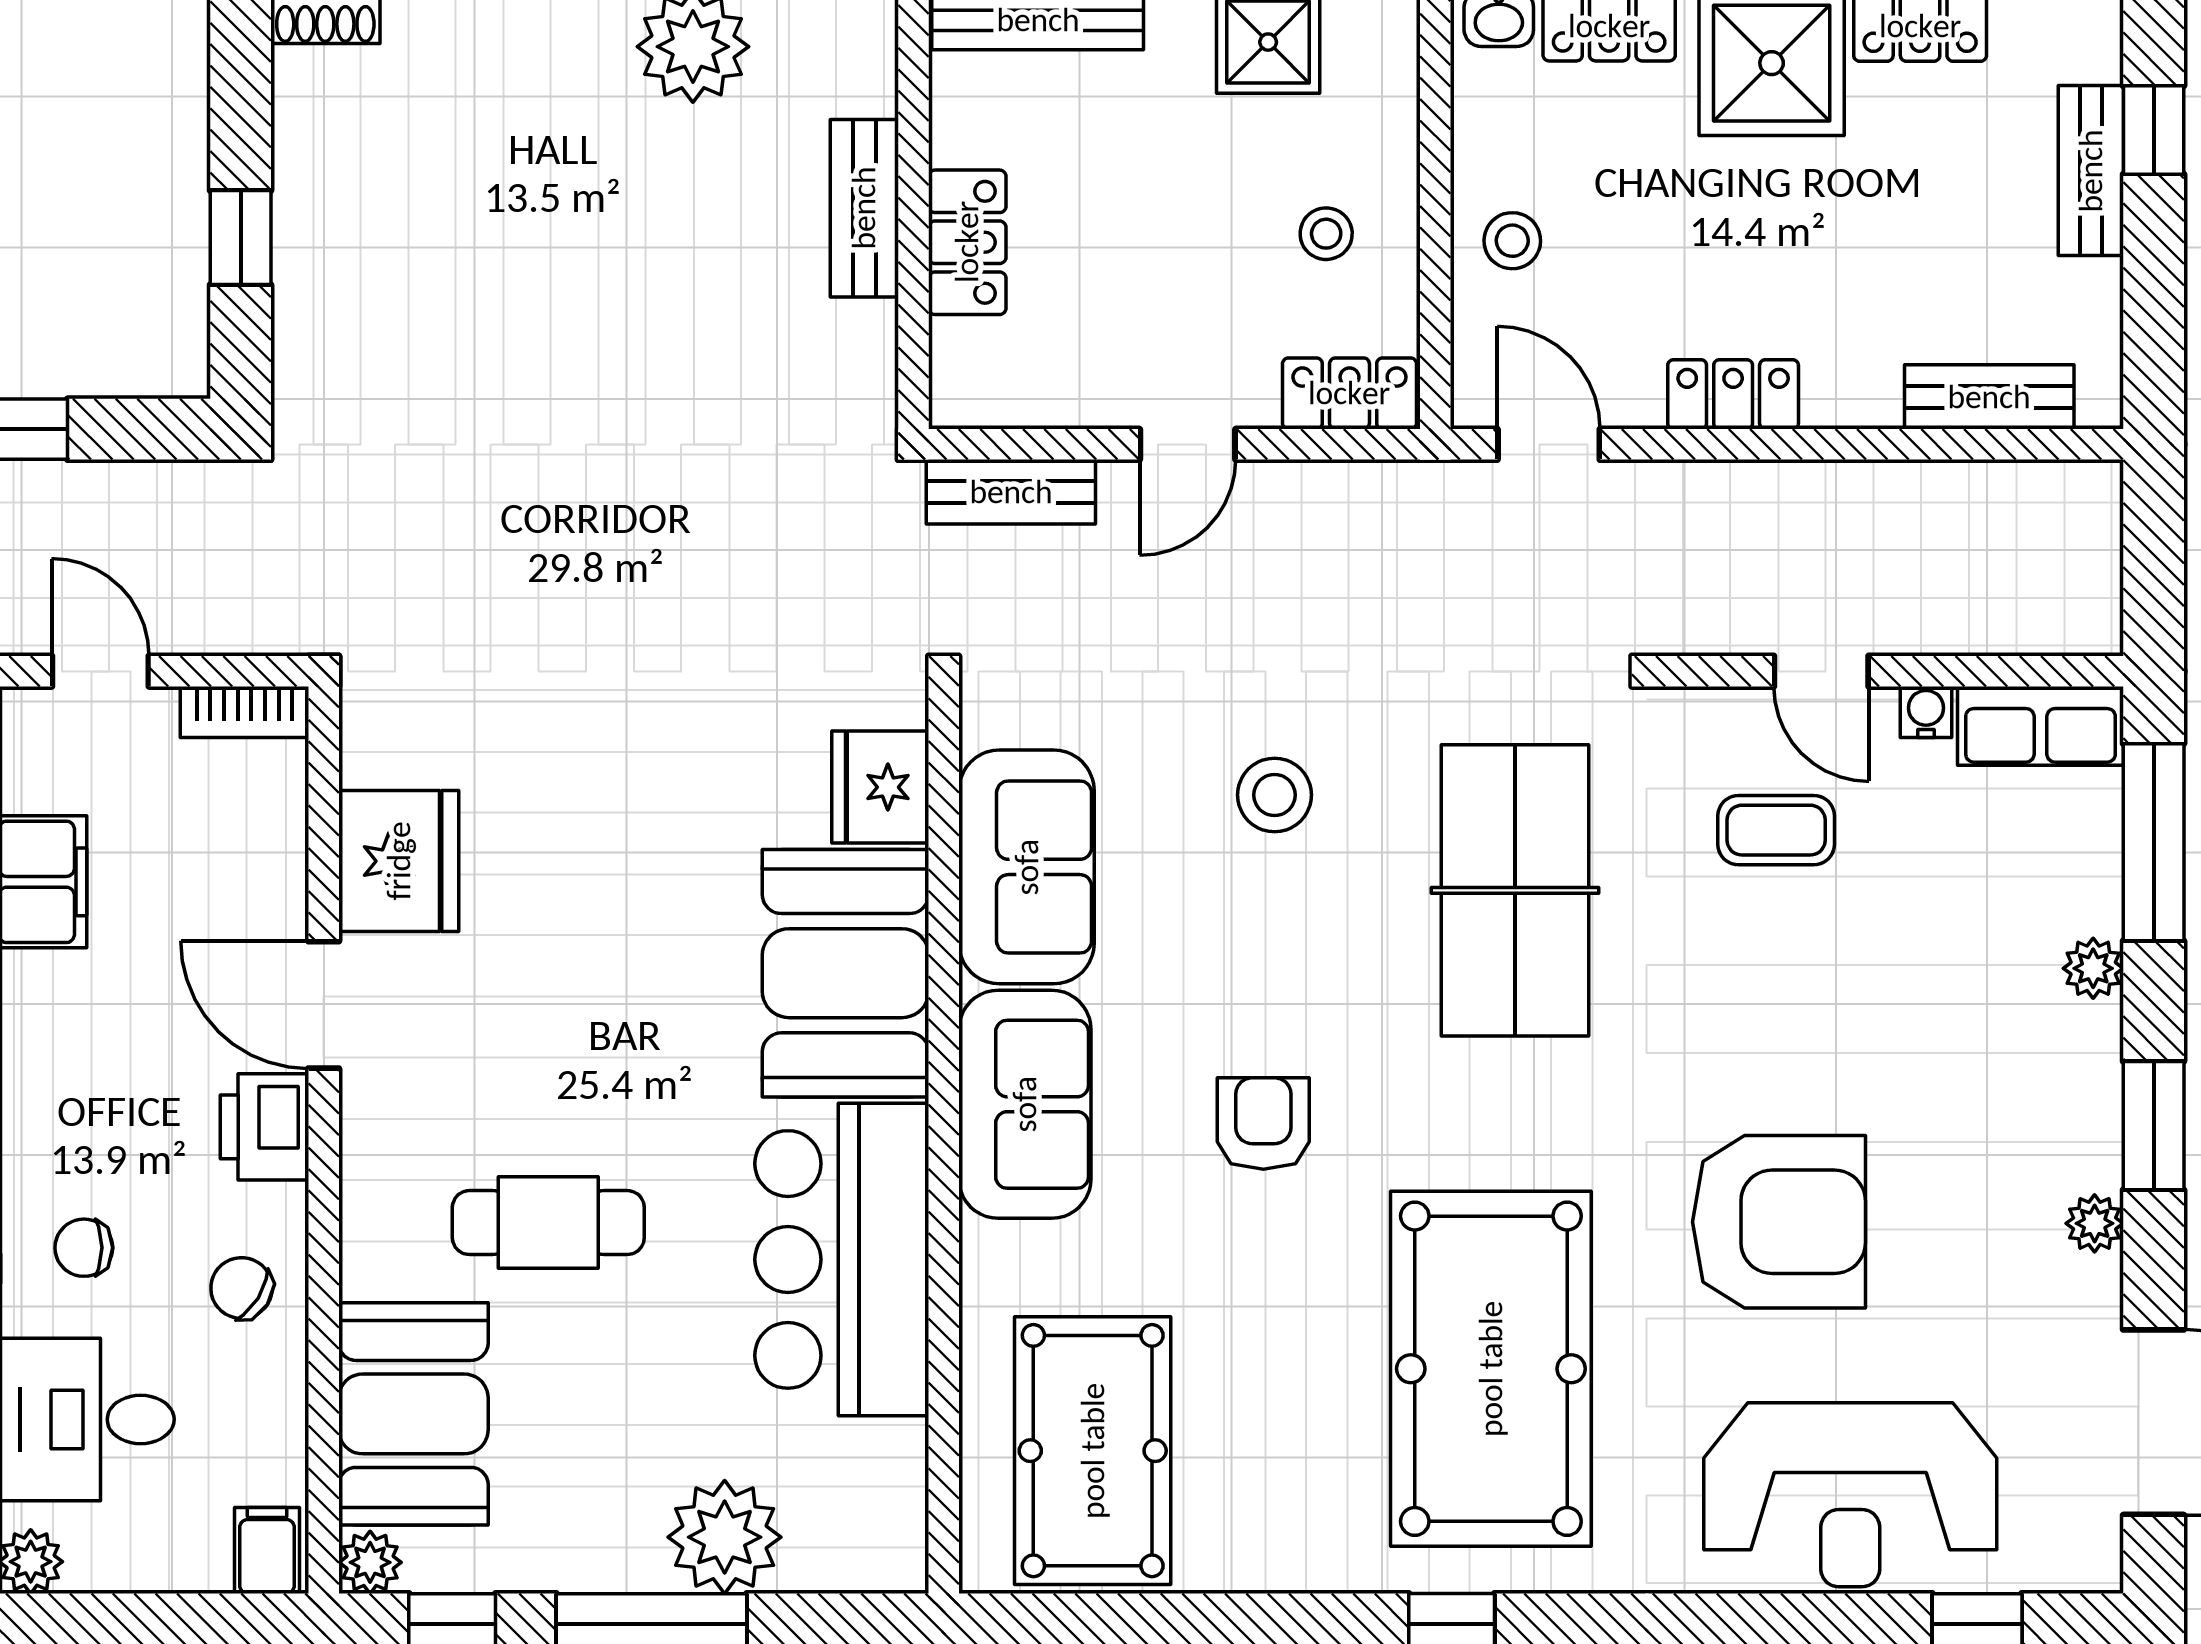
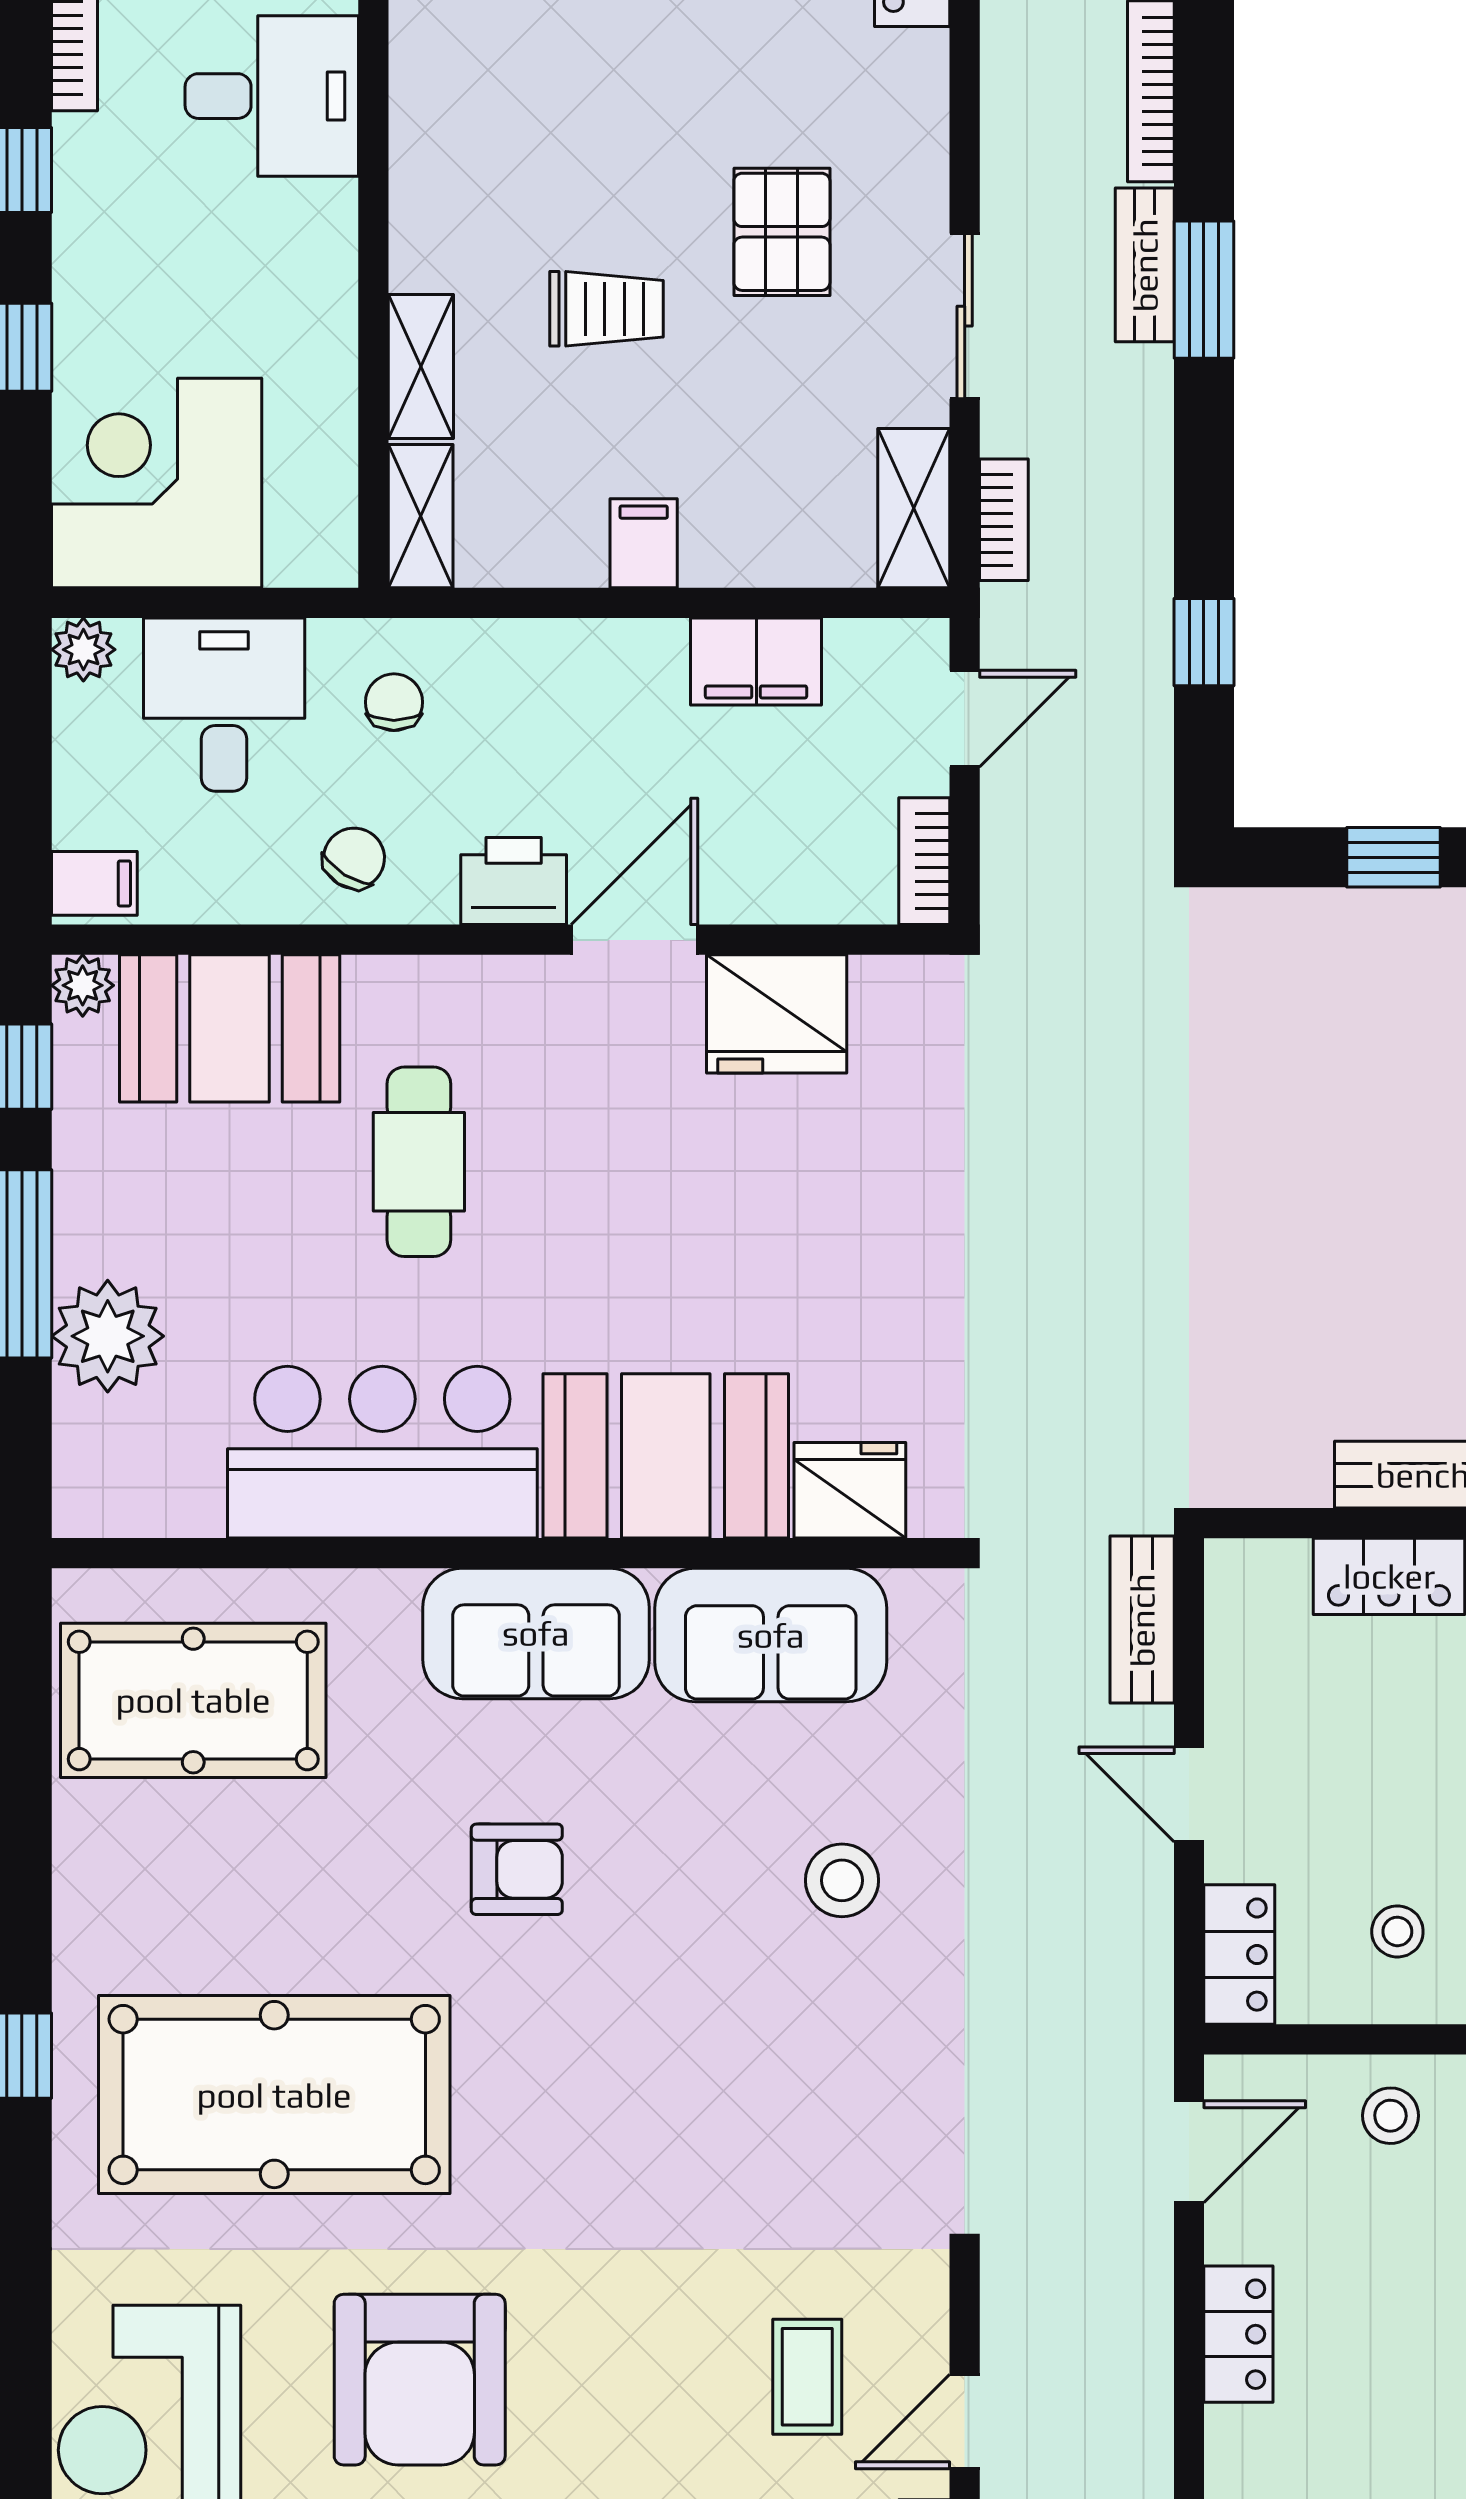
table tennis table: (1515, 890) -> (748, 2118), removed

